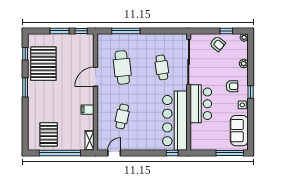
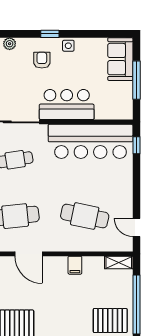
cafe table: (122, 116) -> (85, 216), width x1.37, depth x1.35
sofa: (239, 131) -> (120, 59), moved, turned 90
window: (230, 153) -> (136, 80), moved

